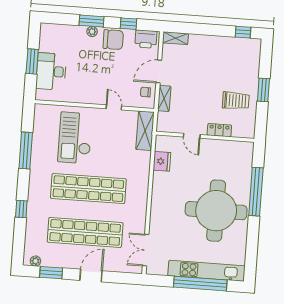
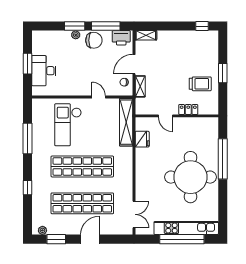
window: (128, 24) -> (106, 26), width x2.17
shelving: (145, 131) -> (126, 122), width x1.47
double door: (146, 250) -> (134, 214), swing flipped

